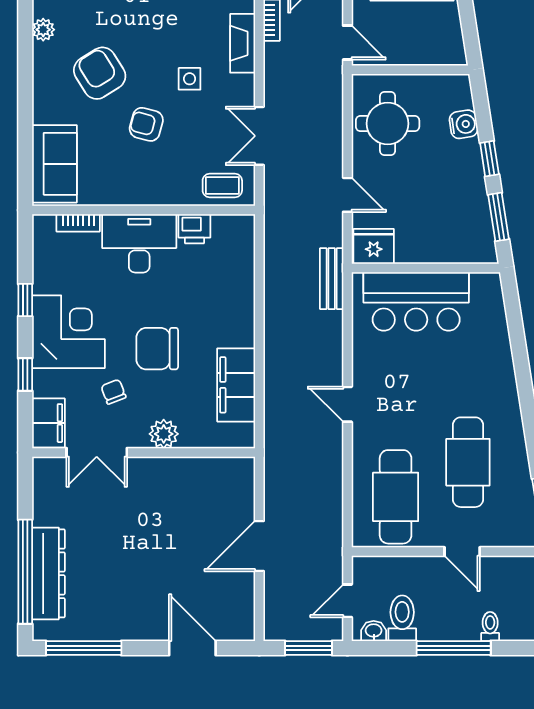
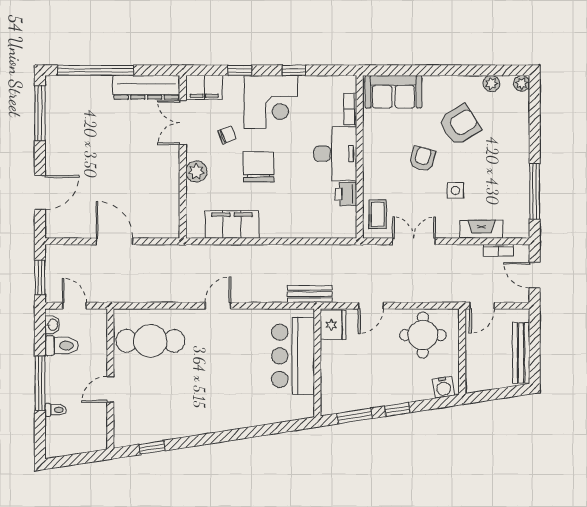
water cooler: (464, 124) -> (443, 387), moved
cafe table: (468, 462) -> (176, 394), removed
dresser: (48, 573) -> (146, 87), moved

